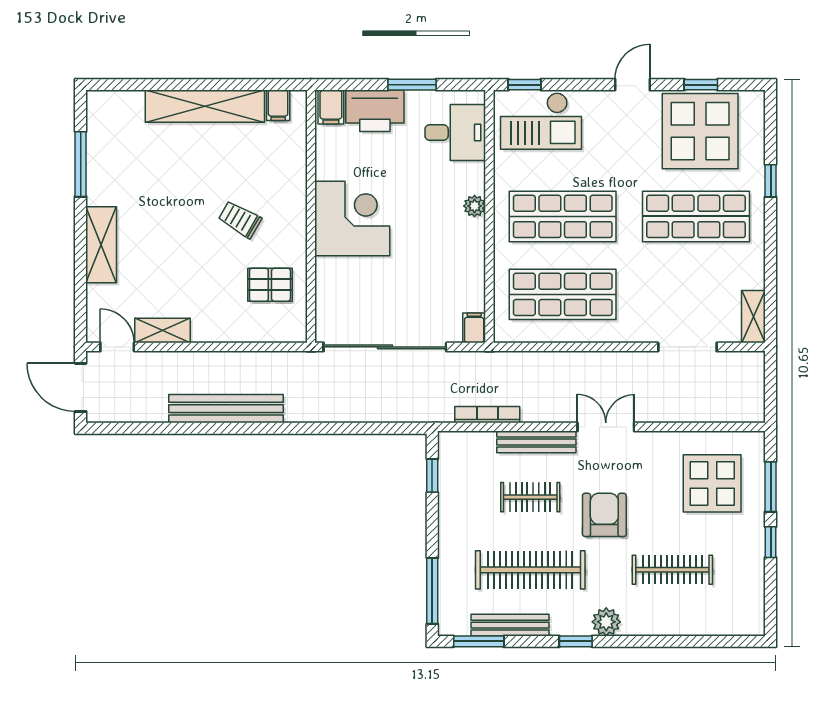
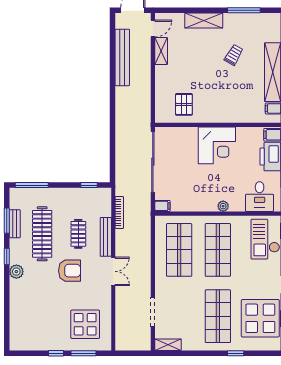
trolley: (240, 219) -> (234, 55), moved
bench: (226, 409) -> (122, 57), moved
clothes rail: (672, 570) -> (42, 304), removed
bench: (510, 625) -> (15, 224), width x0.73
window: (479, 641) -> (7, 221), moved

